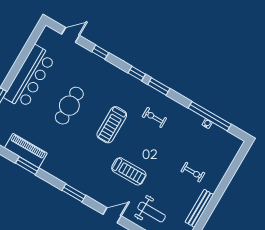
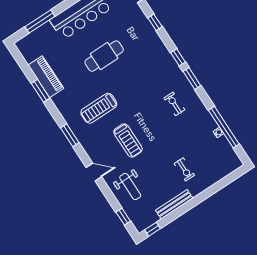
treadmill: (112, 125) -> (99, 108), moved

